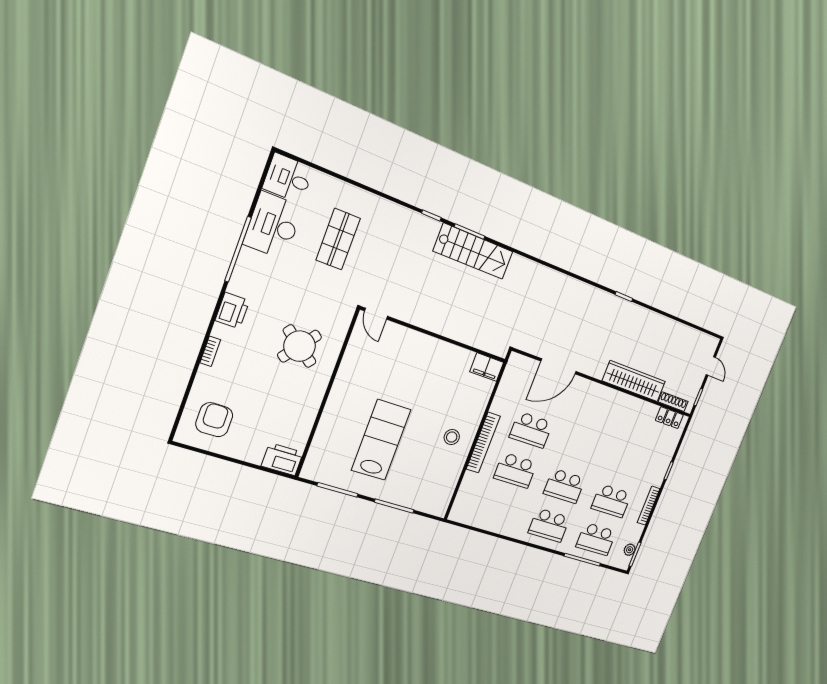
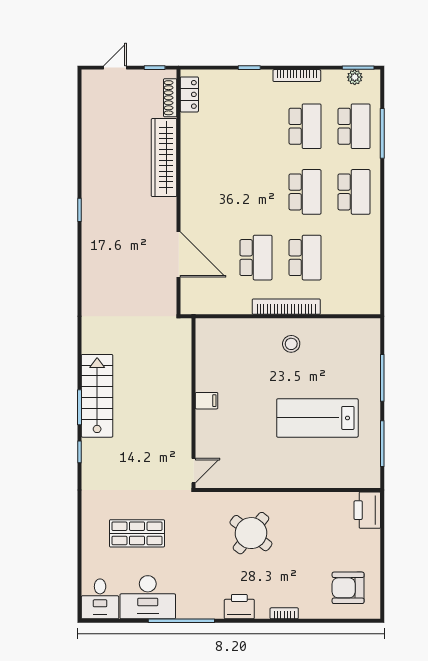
filing cabinet: (487, 367) -> (207, 401), moved, width x0.50

